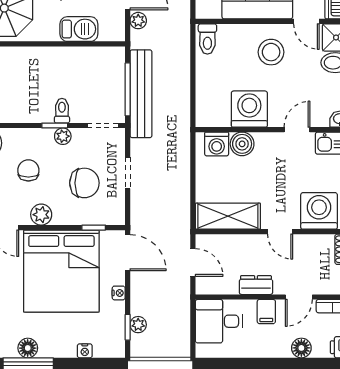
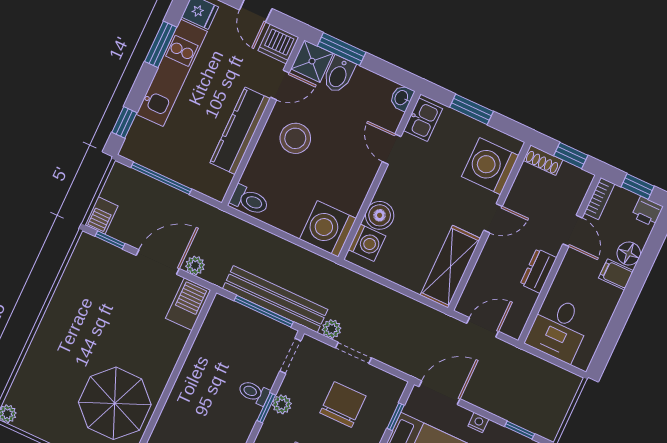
barbecue: (79, 29) -> (188, 304), moved
washing machine: (249, 109) -> (328, 229), moved
filing cabinet: (266, 312) -> (616, 274), moved, turned 180
plant: (138, 325) -> (332, 329), moved

